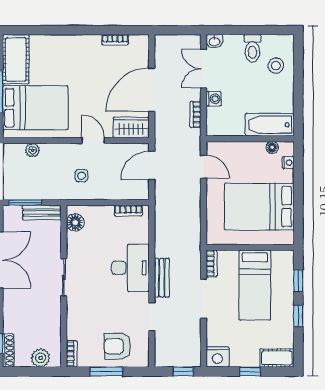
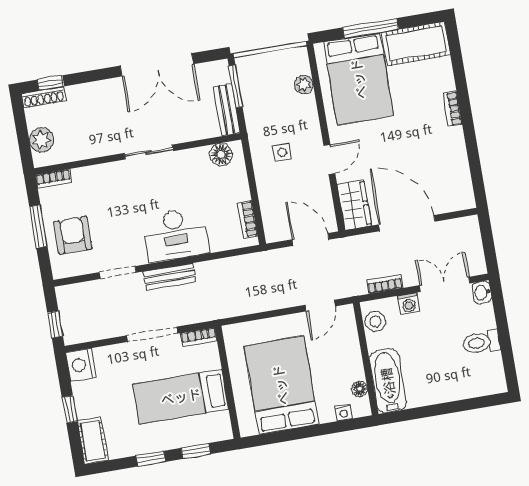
bookcase: (115, 40) -> (453, 109), moved
stool: (276, 66) -> (375, 321), moved

